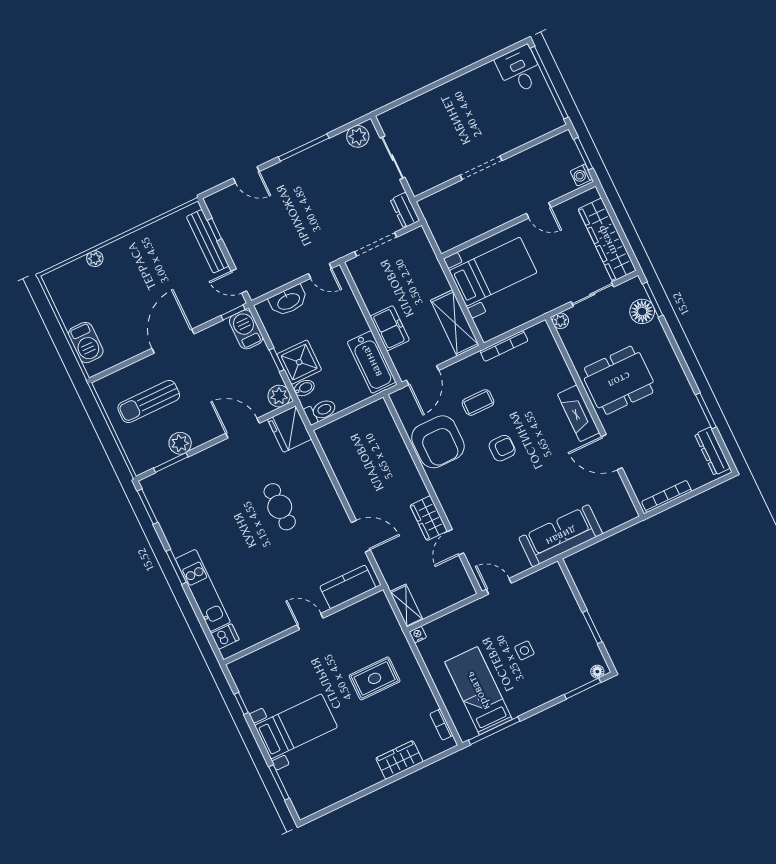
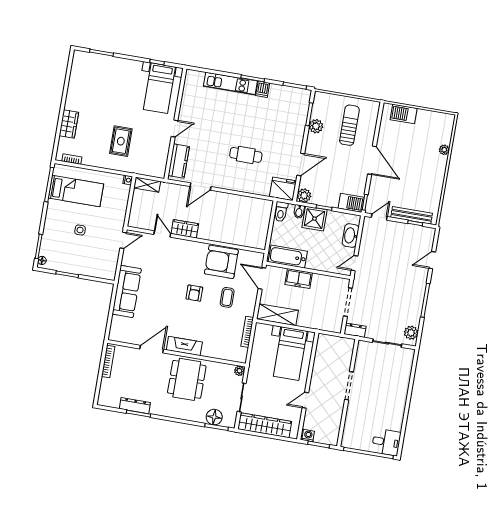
dresser: (712, 451) -> (135, 406), moved
dishwasher: (225, 637) -> (263, 89), moved
bed with nightstands: (296, 726) -> (159, 88), moved

